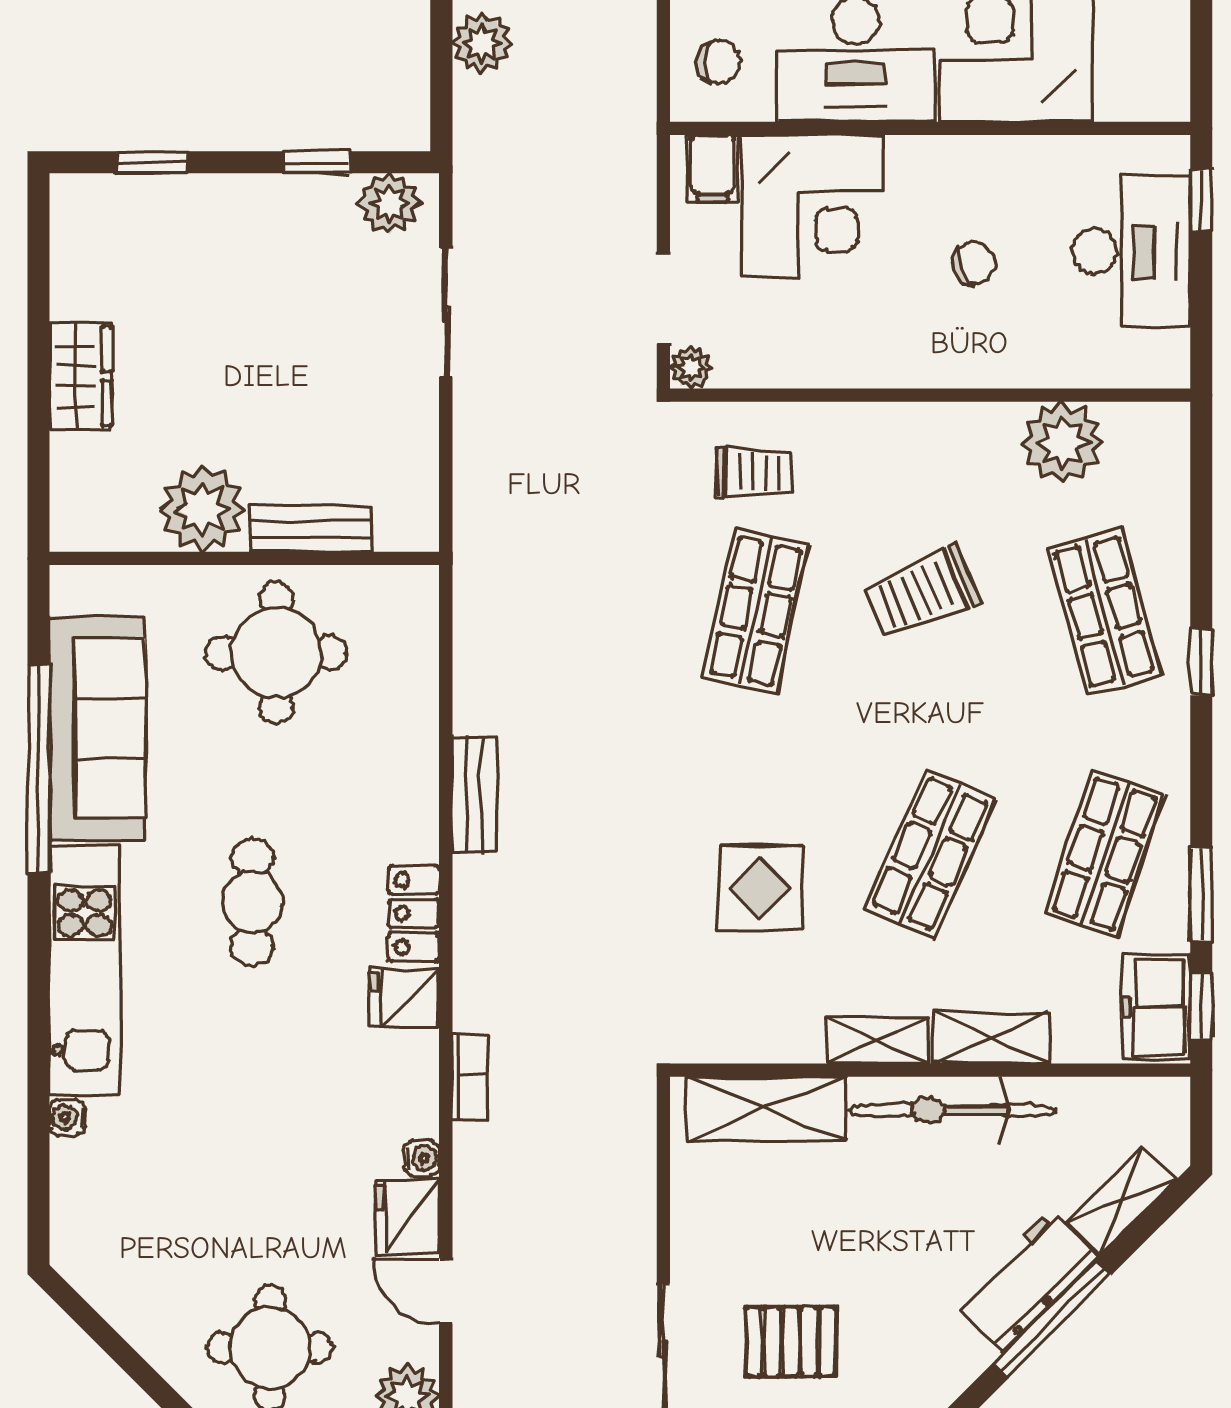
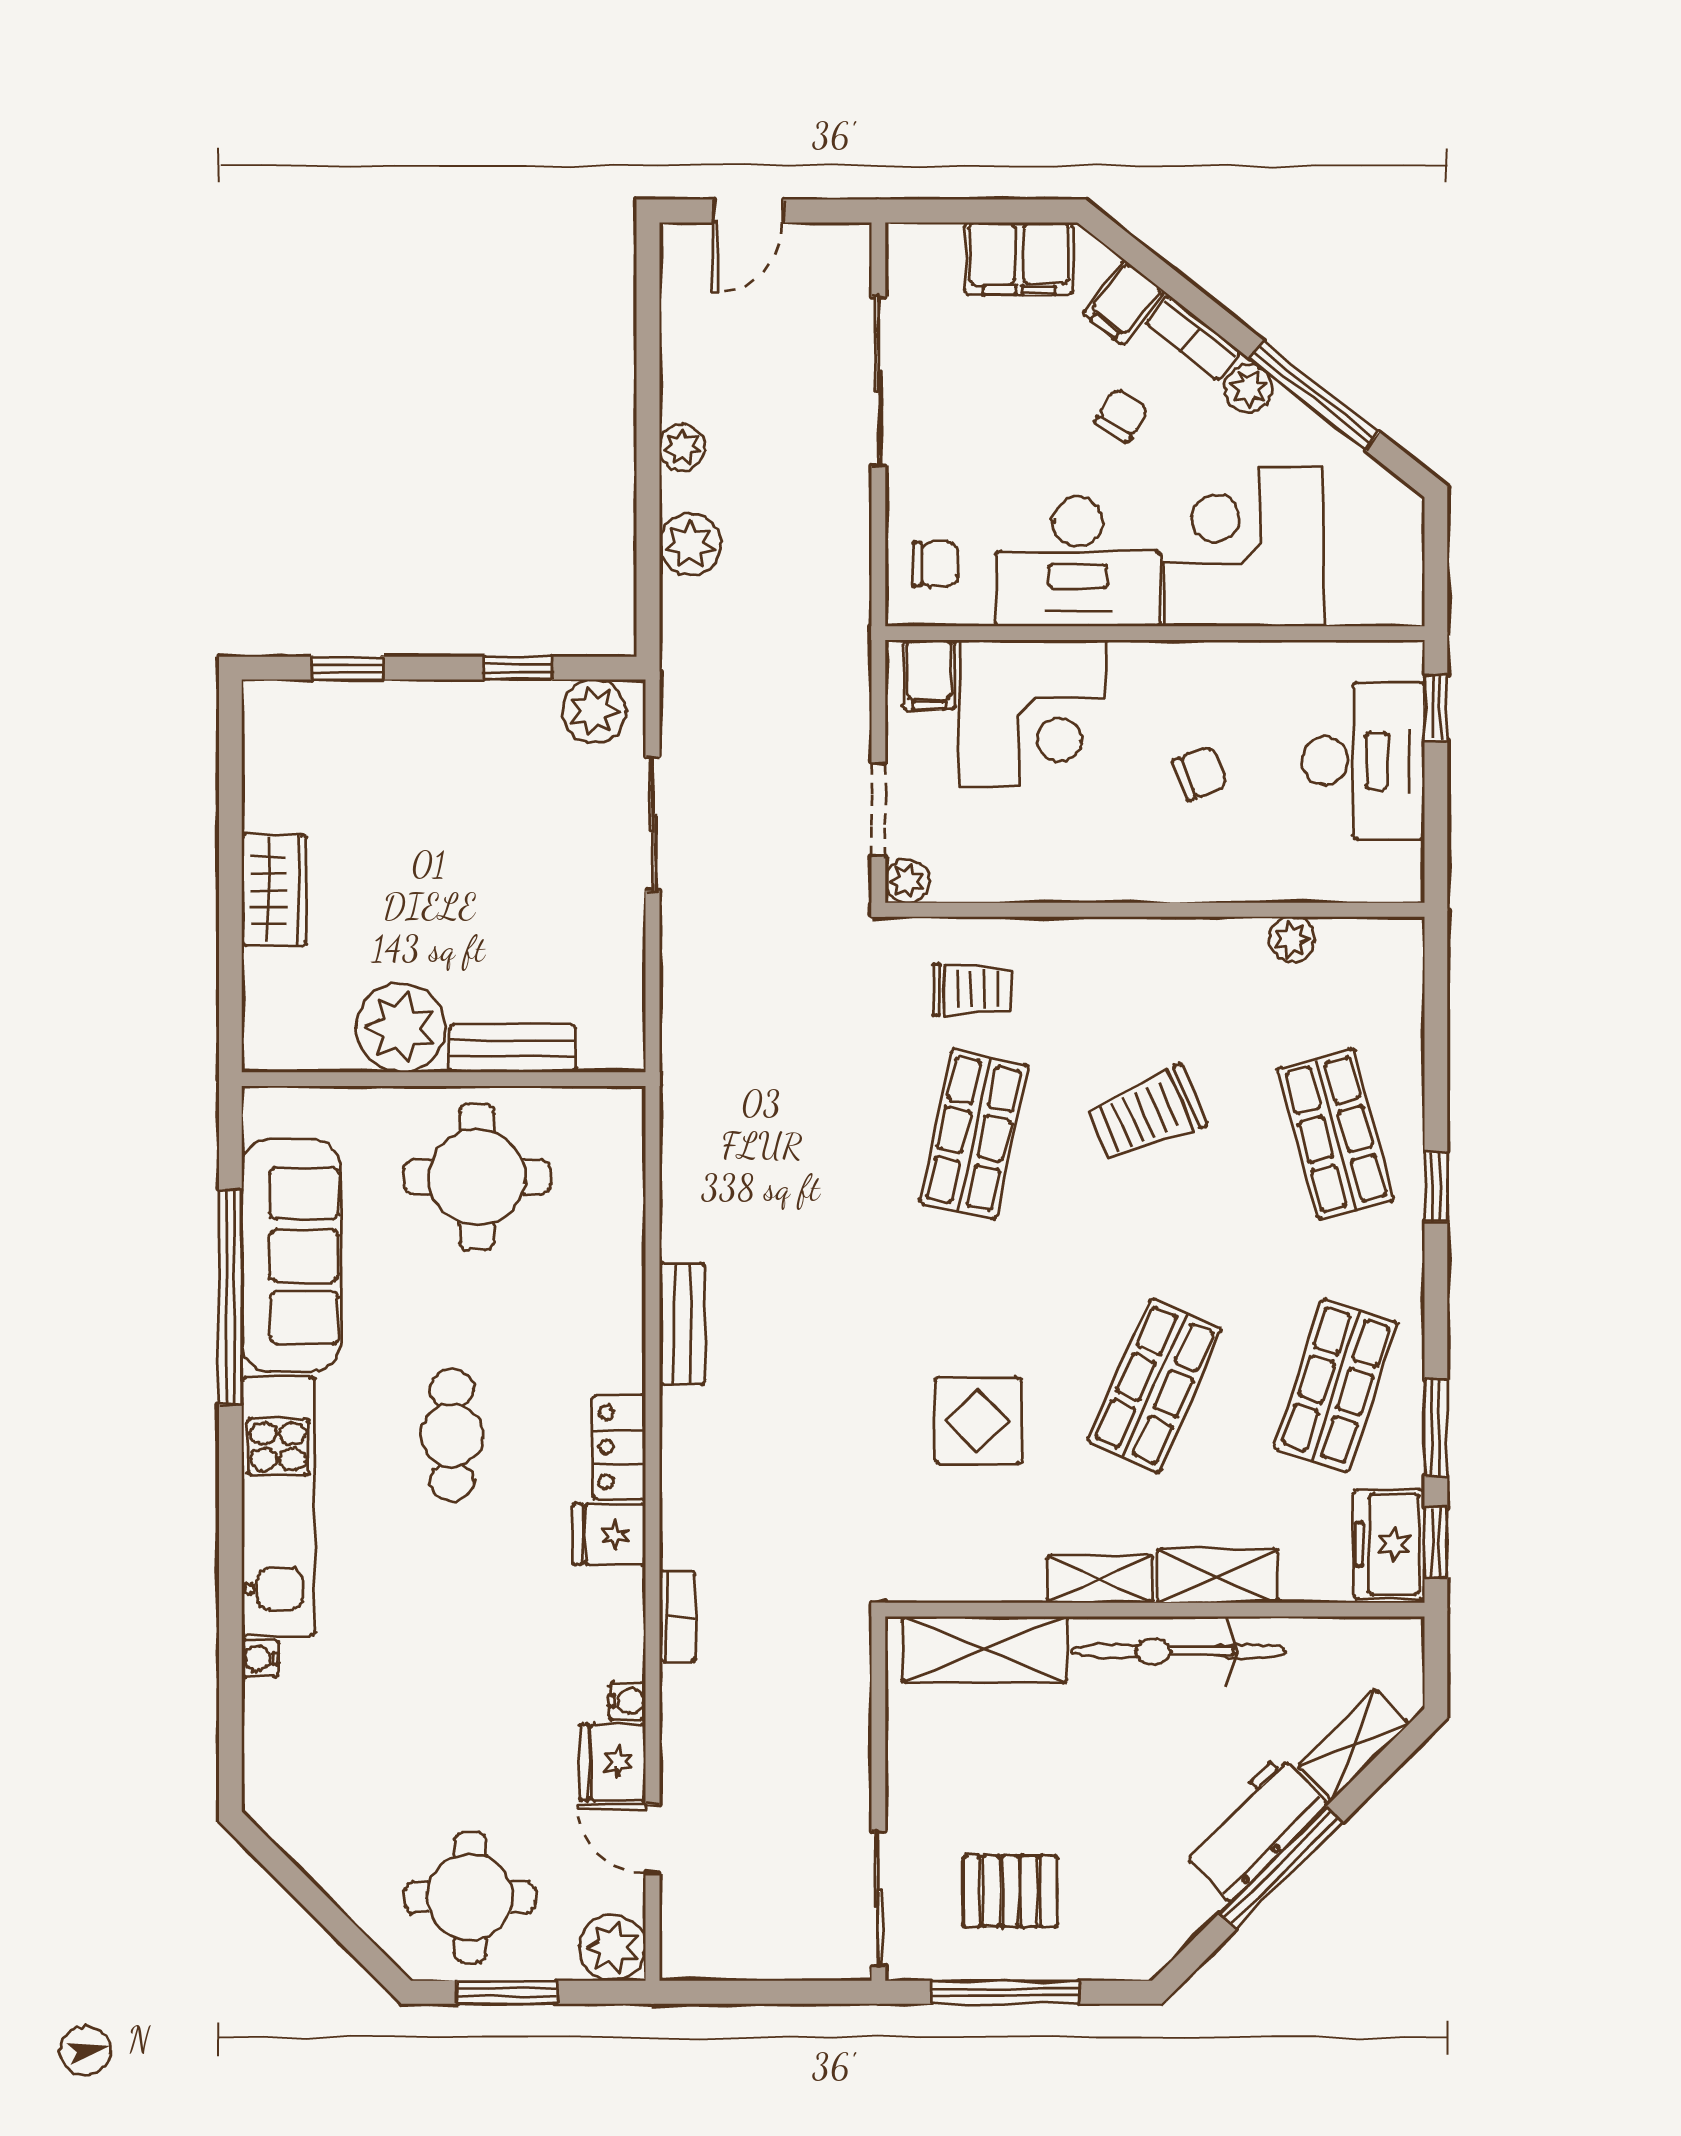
plant: (1062, 443) -> (1292, 939), width x0.53, depth x0.53

